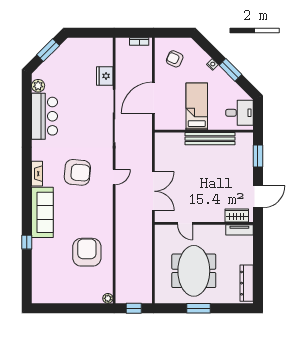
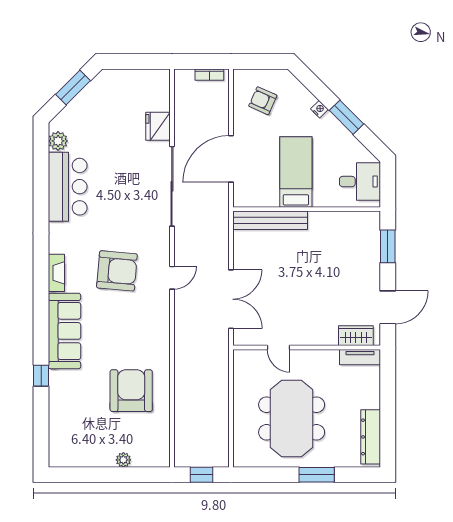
bench: (210, 139) -> (270, 220), moved
plant: (108, 298) -> (123, 460), moved
window: (199, 308) -> (317, 475), moved

